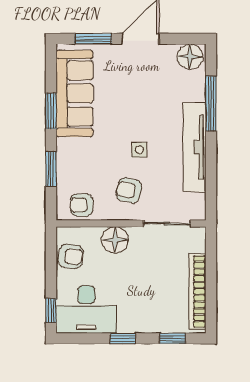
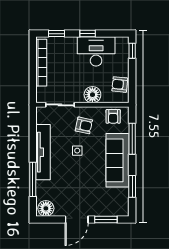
sofa: (75, 93) -> (117, 160), moved
window: (51, 111) -> (132, 186), moved
window: (51, 169) -> (132, 139), width x1.44
armchair: (82, 205) -> (113, 116), turned 90
desk: (86, 310) -> (96, 51), moved

